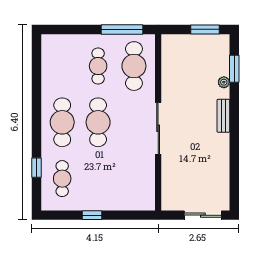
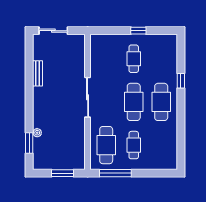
window: (205, 29) -> (63, 173), moved
bench: (223, 116) -> (38, 73), moved
window: (36, 168) -> (181, 81), moved
cafe table: (62, 179) -> (134, 59), moved

